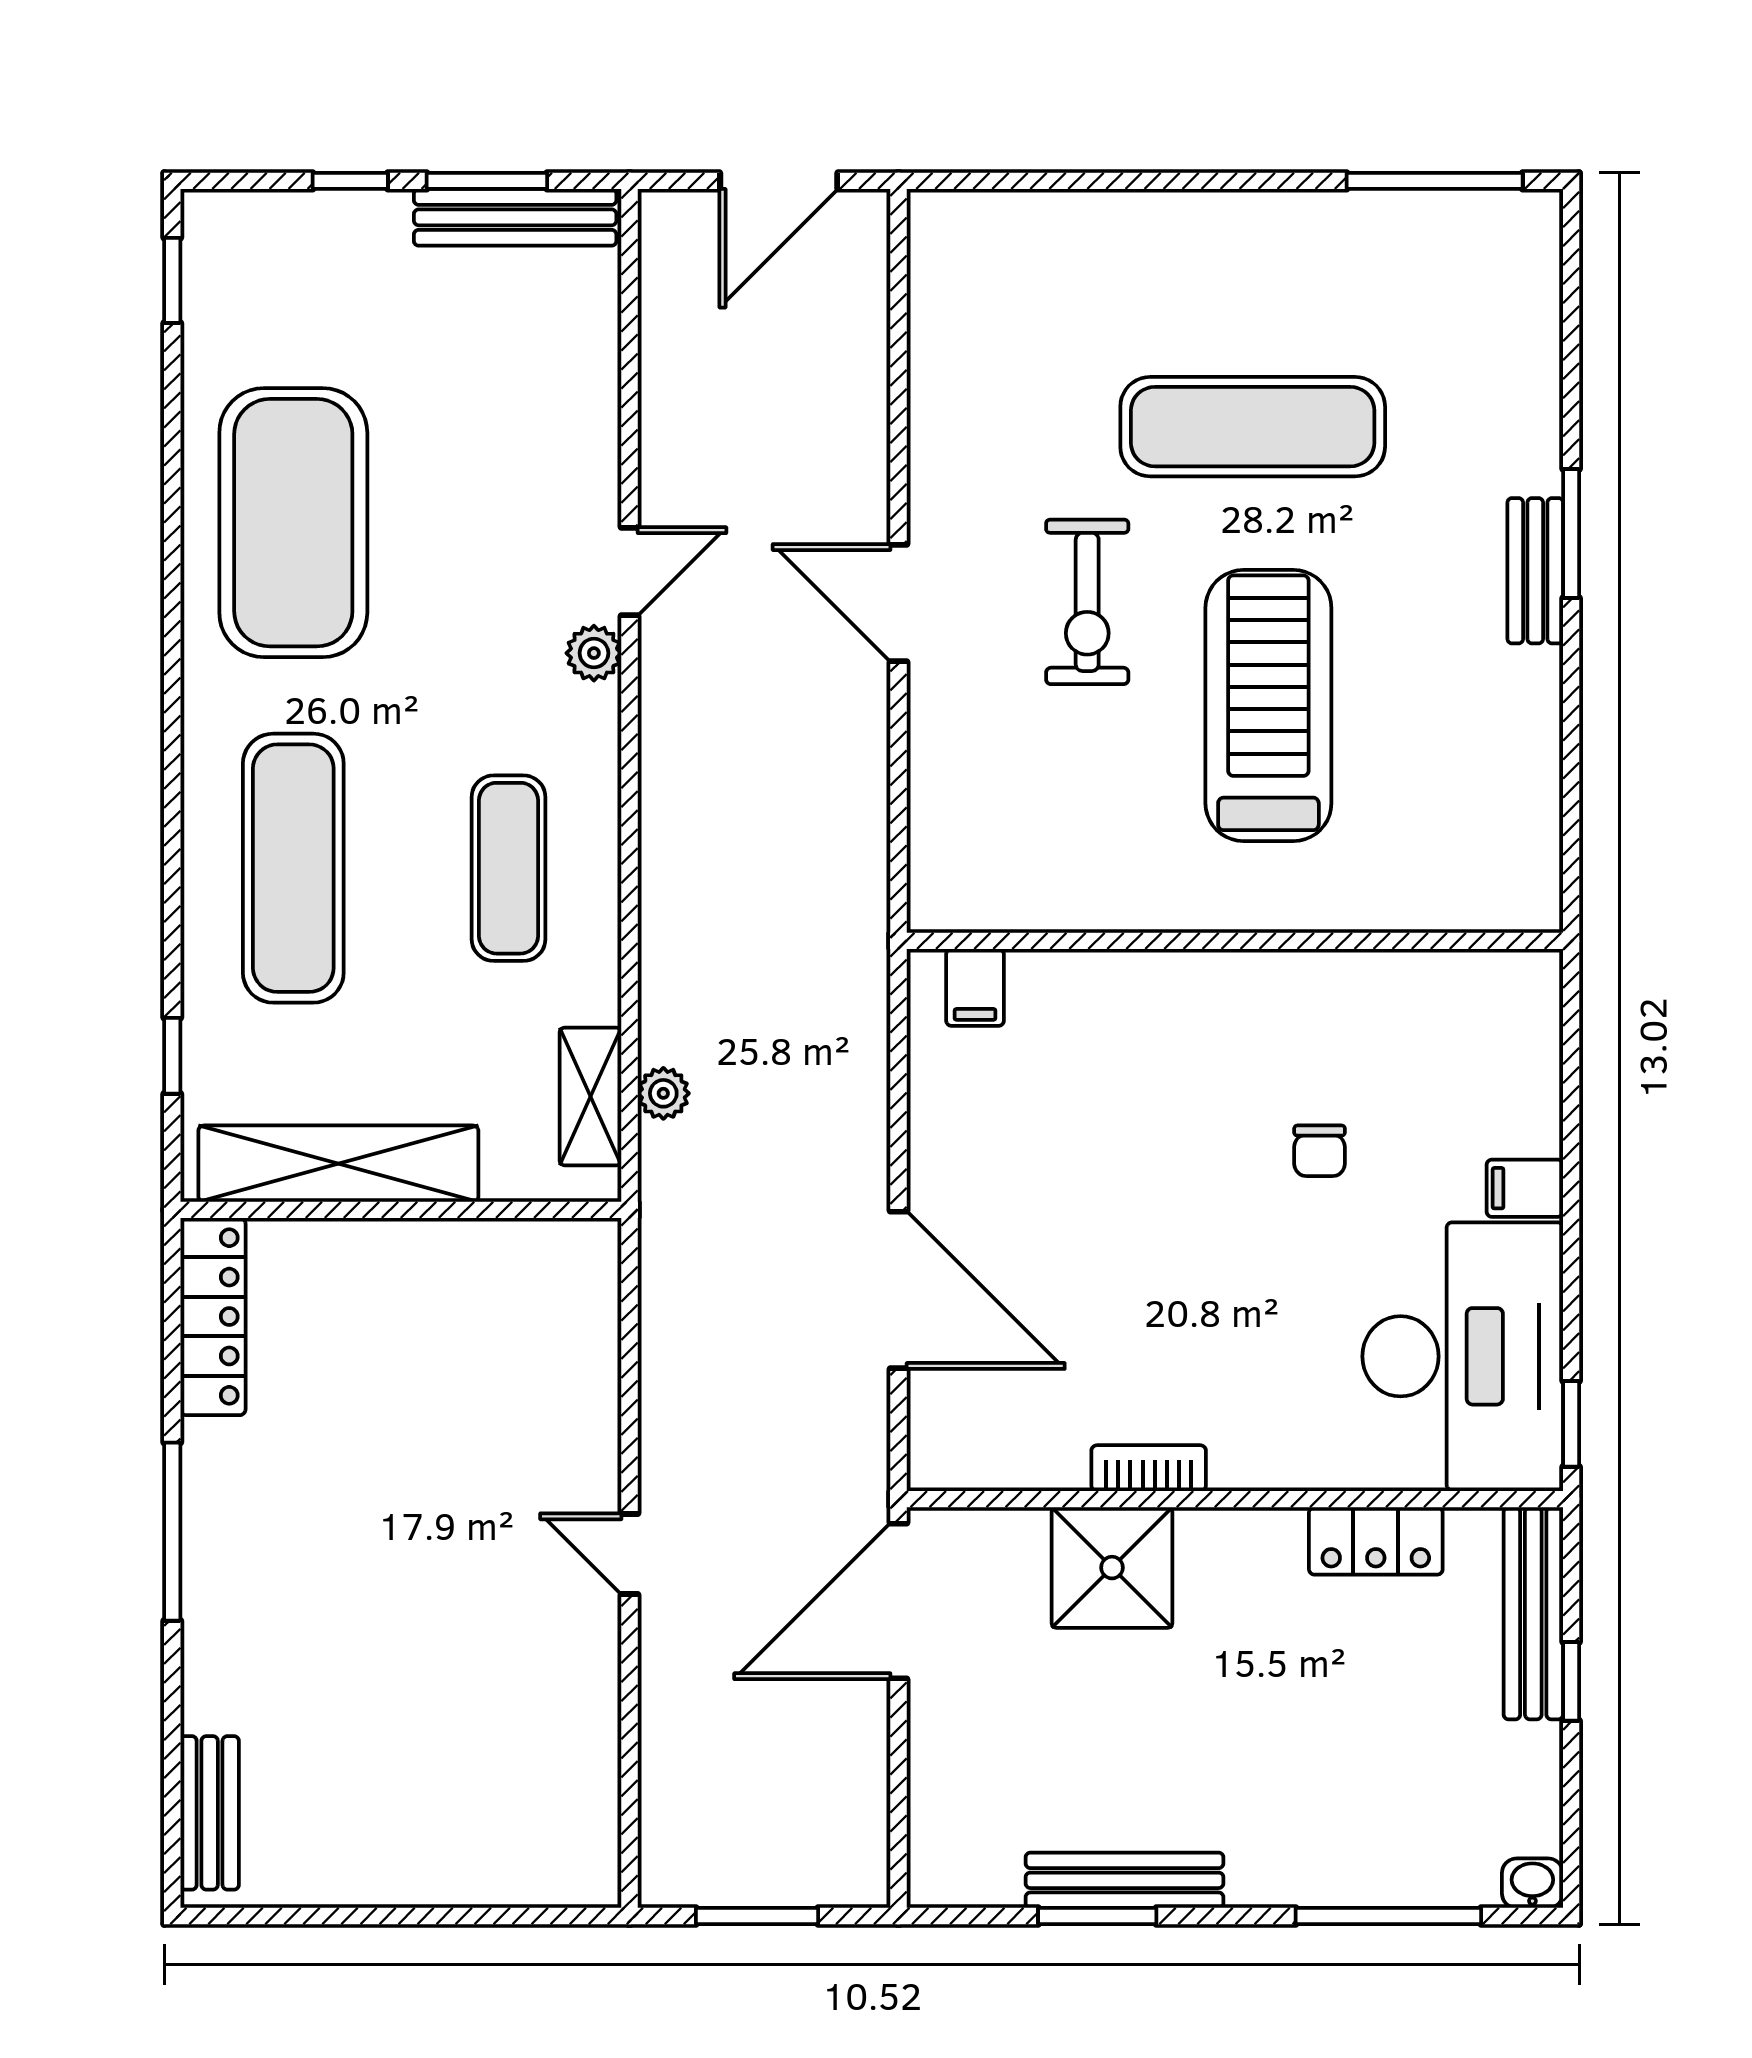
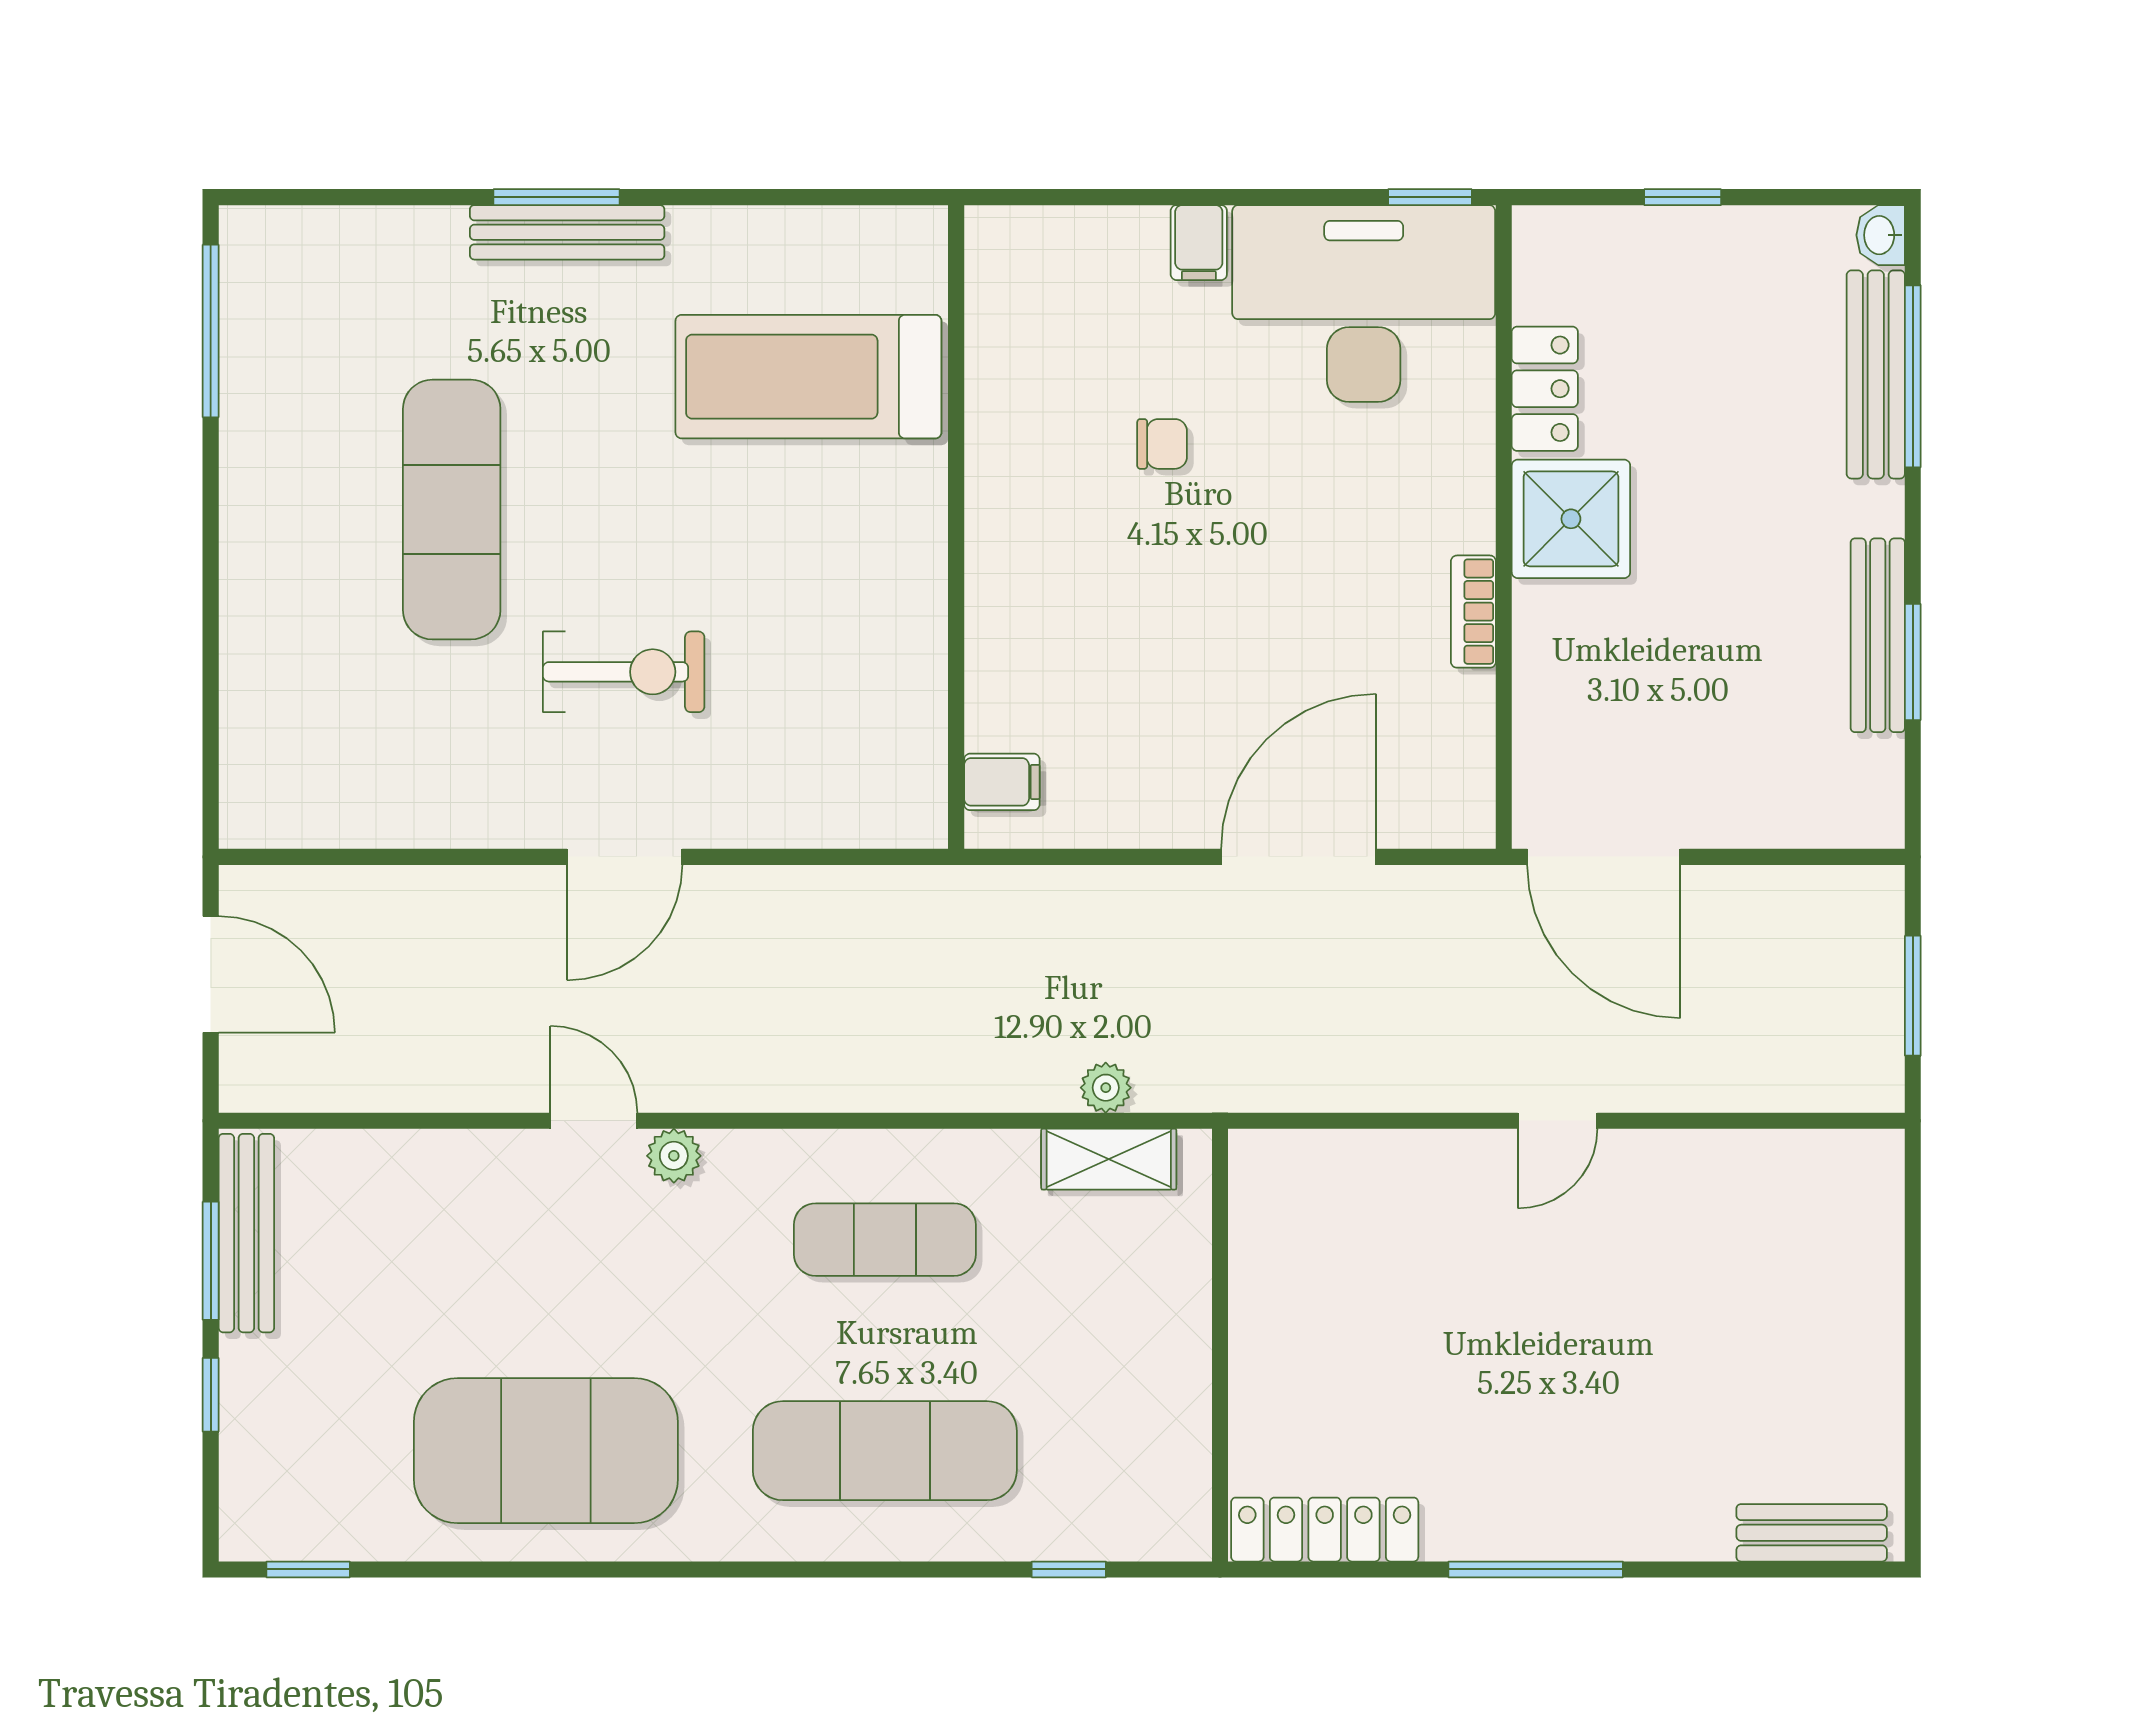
bench: (1535, 571) -> (567, 232), width x1.36
treadmill: (1268, 706) -> (808, 377), moved
shelving: (338, 1164) -> (1175, 1406), removed
shower: (1112, 1568) -> (1571, 519), moved
bench: (1533, 1613) -> (1876, 374), moved, turned 90

